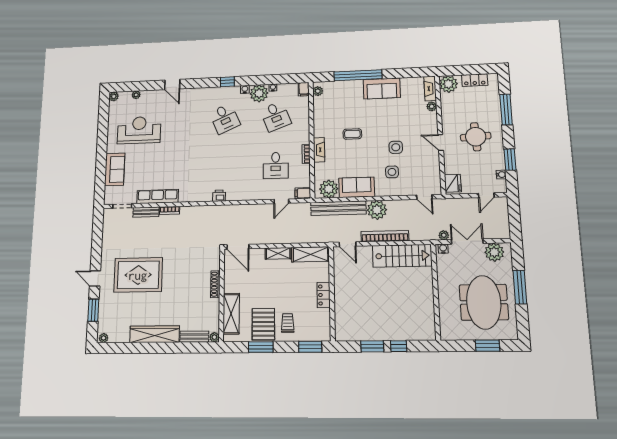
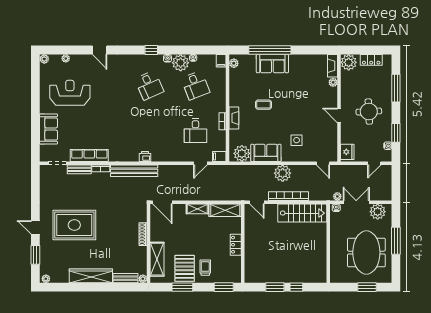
sofa: (382, 88) -> (272, 64), moved
side table: (396, 147) -> (301, 118), removed
bench: (338, 208) -> (134, 171), moved

